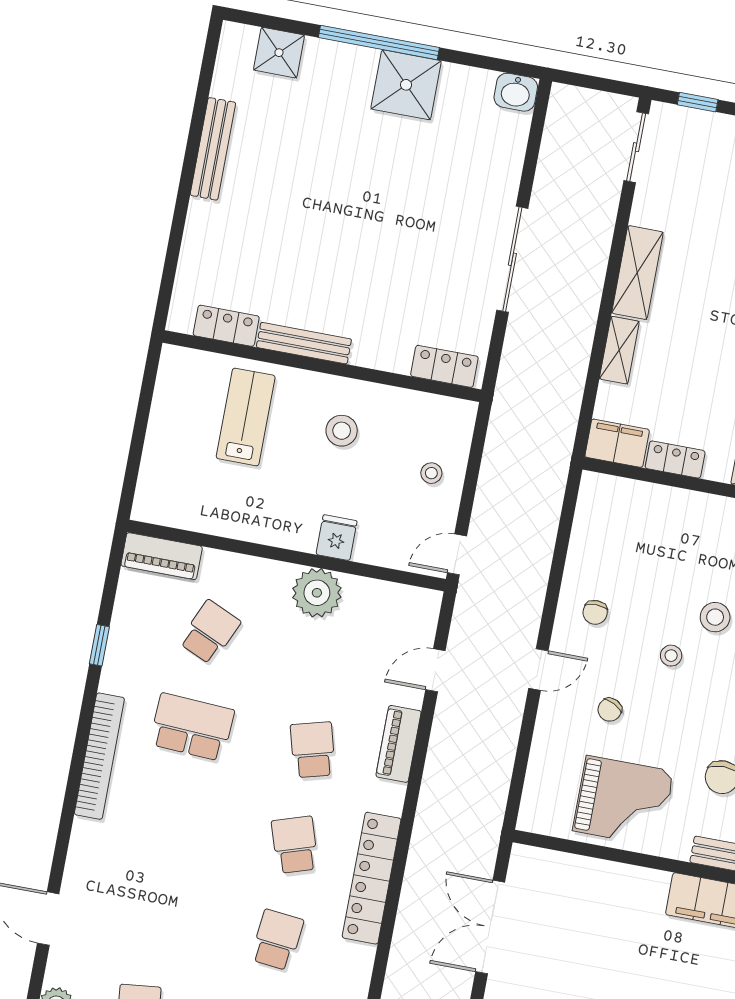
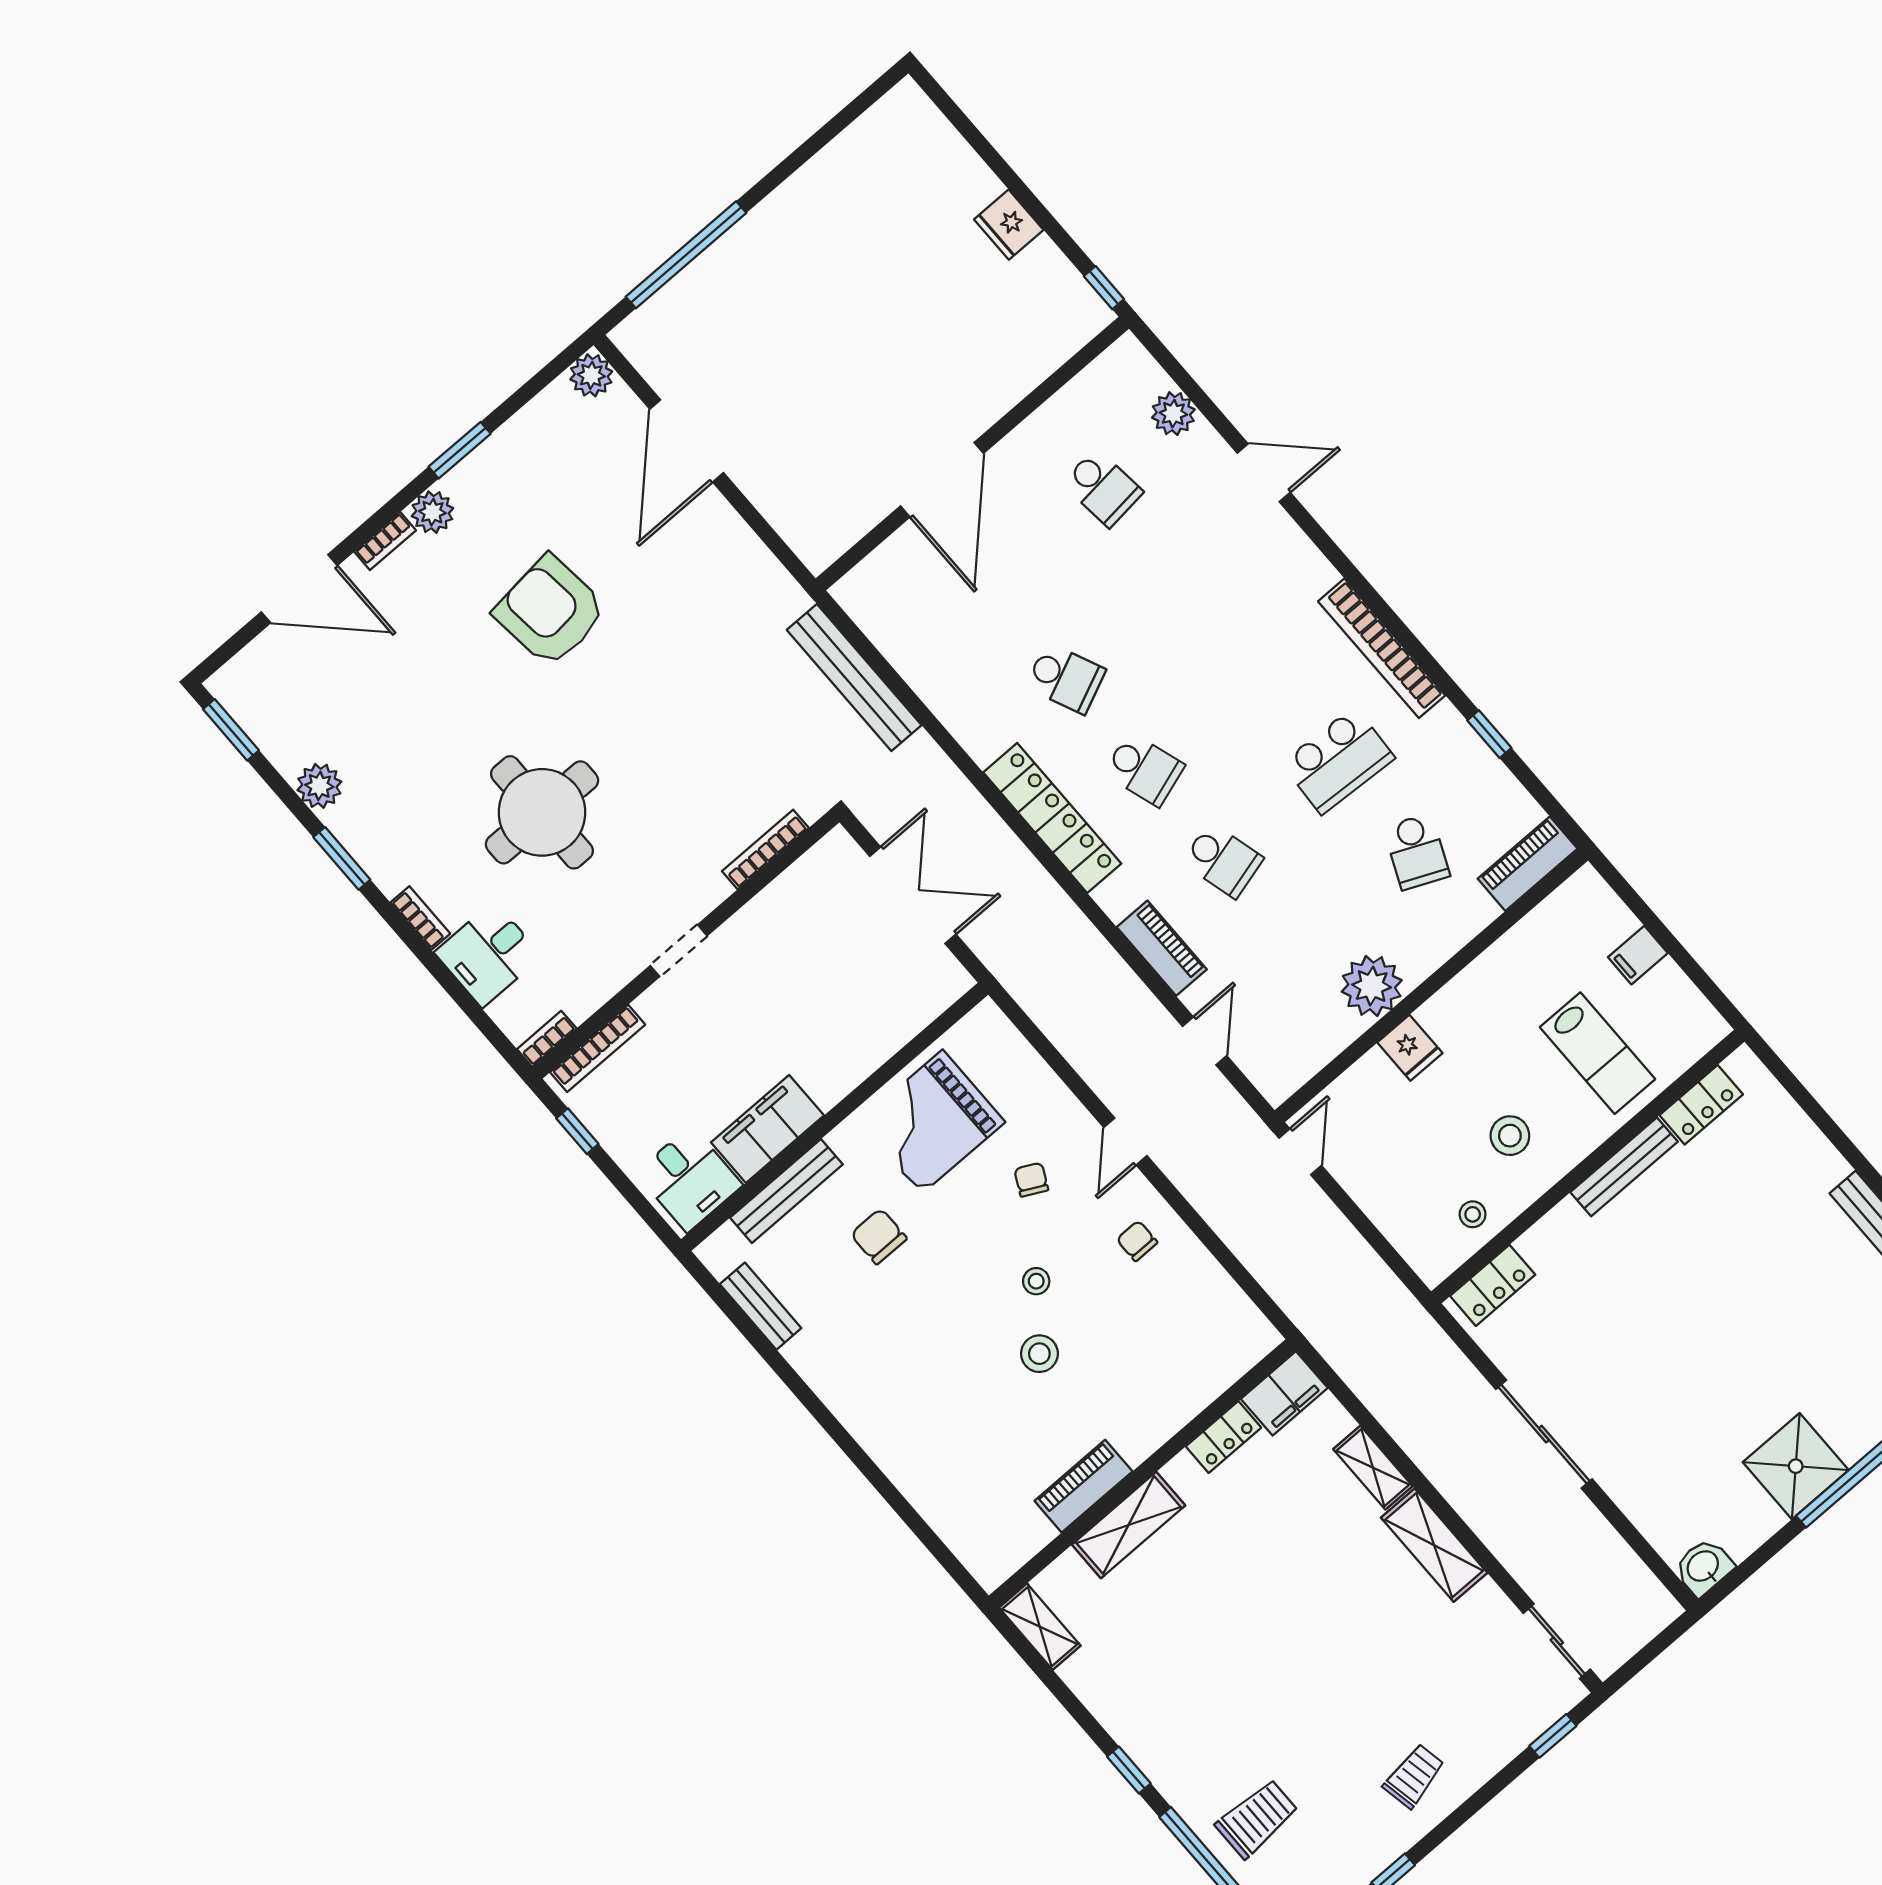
filing cabinet: (164, 441) -> (1638, 955), added
stool: (431, 473) -> (1473, 1214), moved
school desk: (277, 940) -> (1066, 678), turned -30

